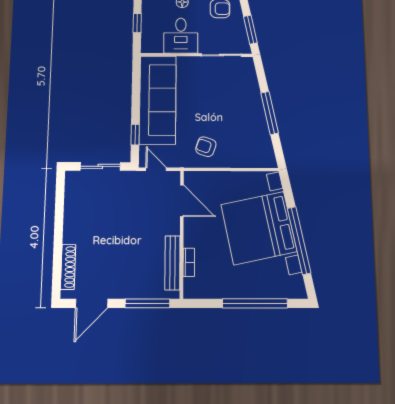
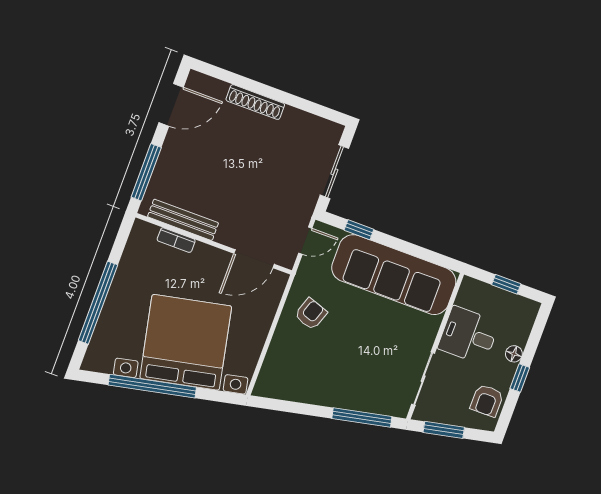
window: (270, 113) -> (362, 418), moved
shoe rack: (68, 267) -> (255, 102), moved
door: (92, 303) -> (171, 105), swing flipped

